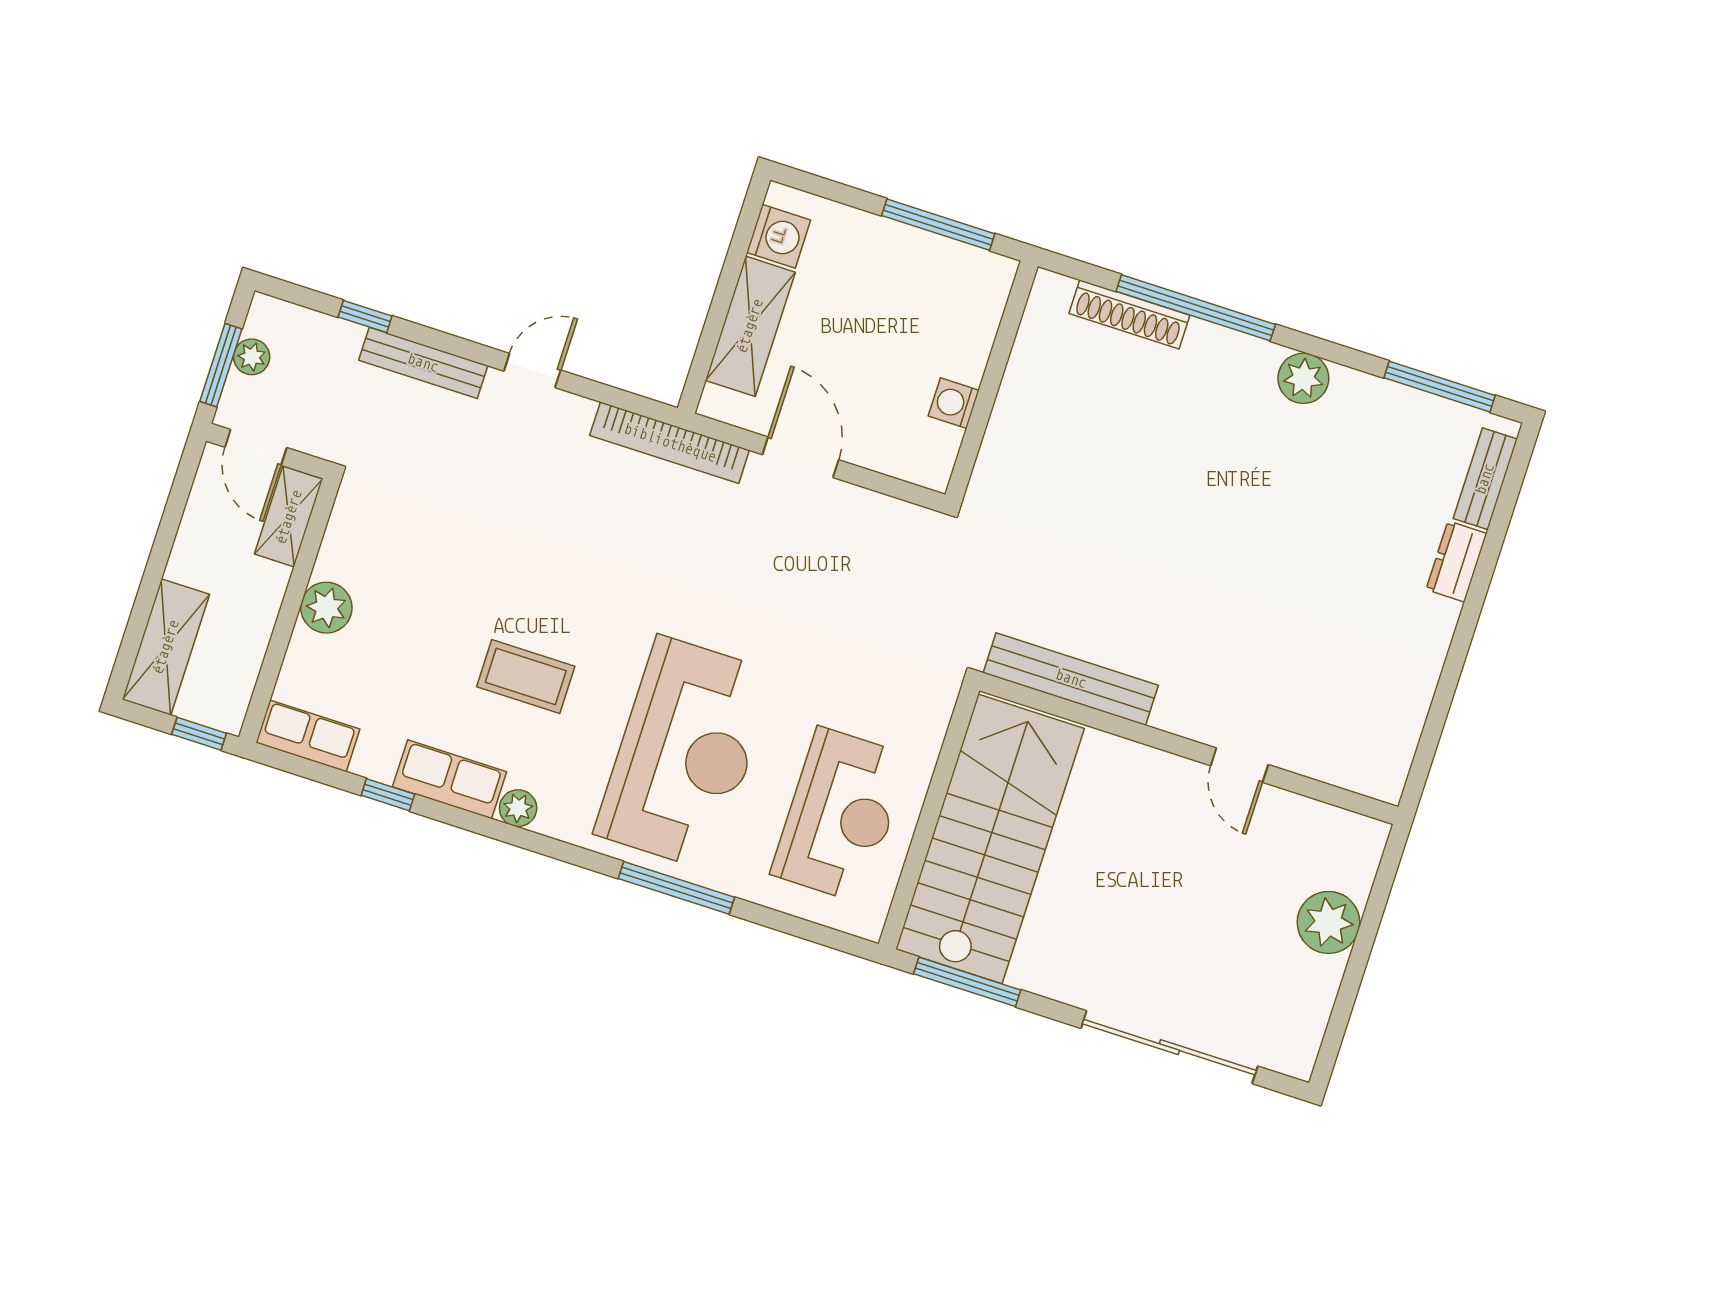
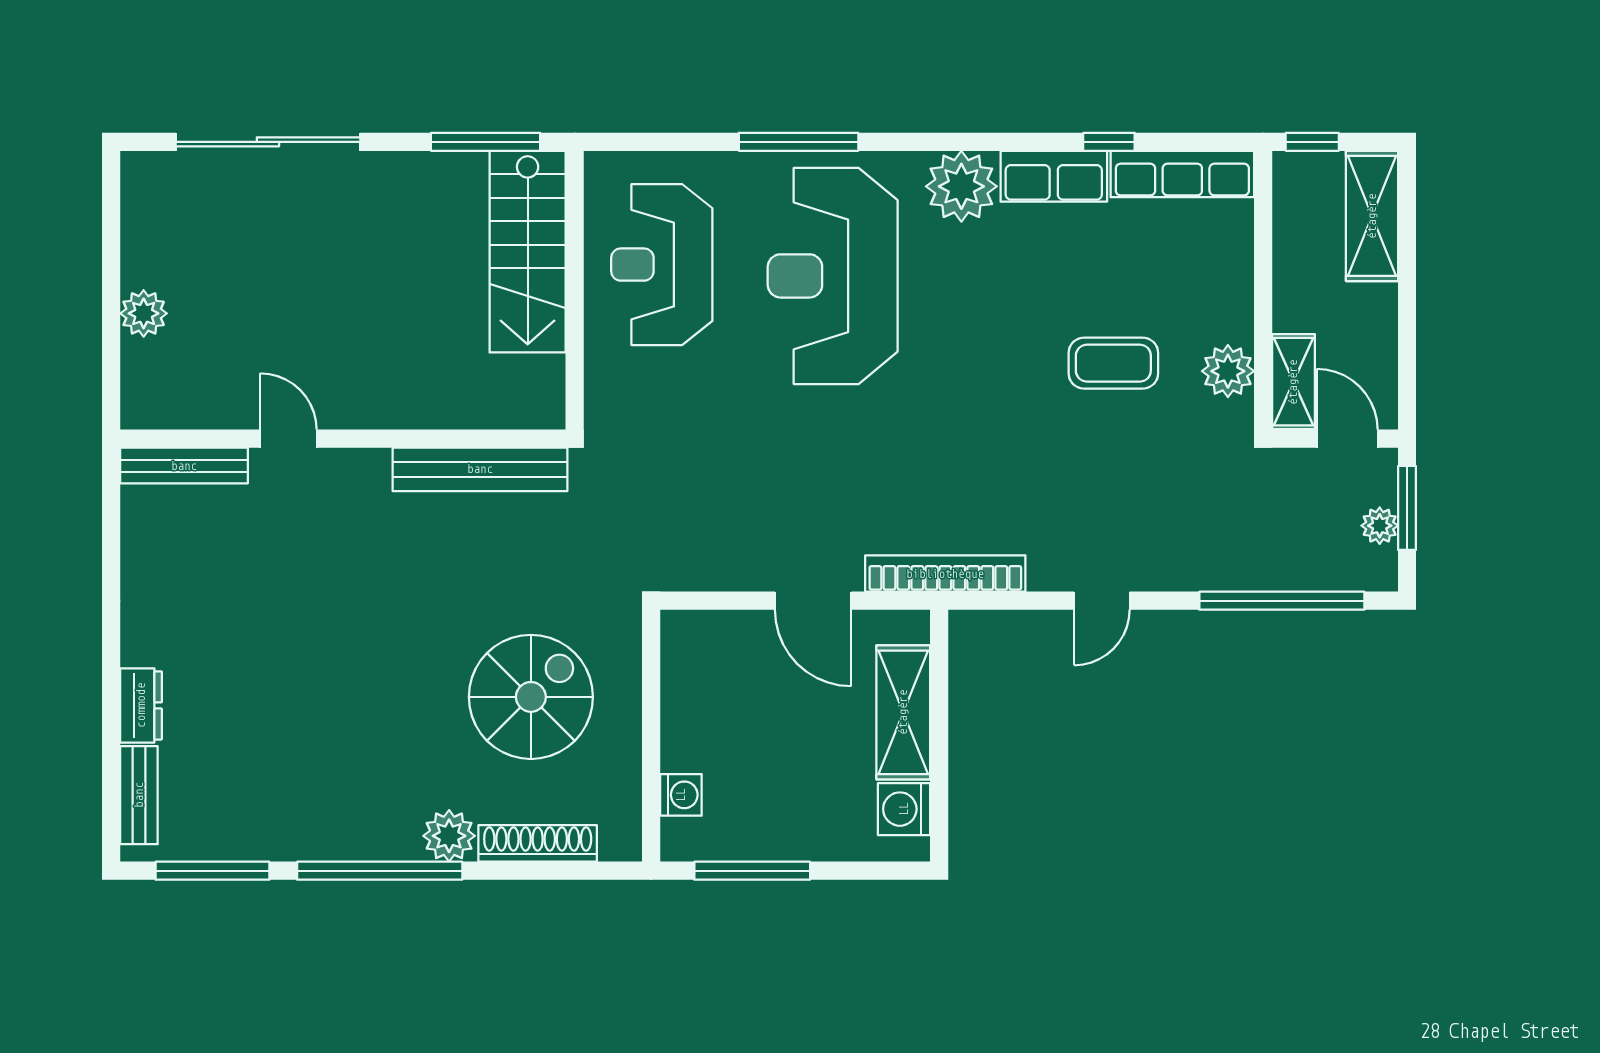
window: (1196, 308) -> (380, 871), moved
window: (365, 316) -> (1282, 601), width x3.17
bench: (423, 363) -> (184, 466), moved
plant: (1303, 378) -> (449, 836), moved
washing machine: (954, 403) -> (681, 795), moved
spiral stairs: (1092, 452) -> (531, 697), added
plant: (326, 608) -> (1228, 371), moved
coffee table: (526, 677) -> (1113, 363), moved
row of seats: (308, 736) -> (1182, 174), width x1.48
plant: (518, 808) -> (961, 186), width x1.88, depth x1.88
stairs: (990, 839) -> (528, 252), width x0.73, depth x0.66
plant: (1329, 922) -> (144, 313), width x0.73, depth x0.73

